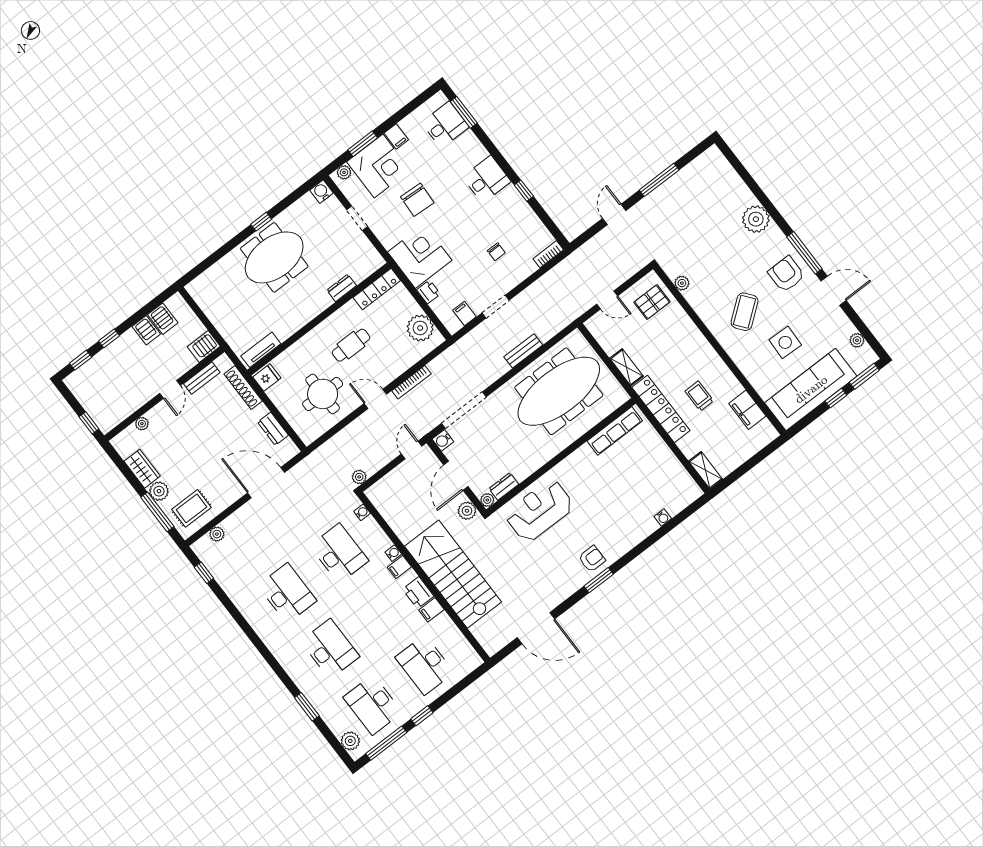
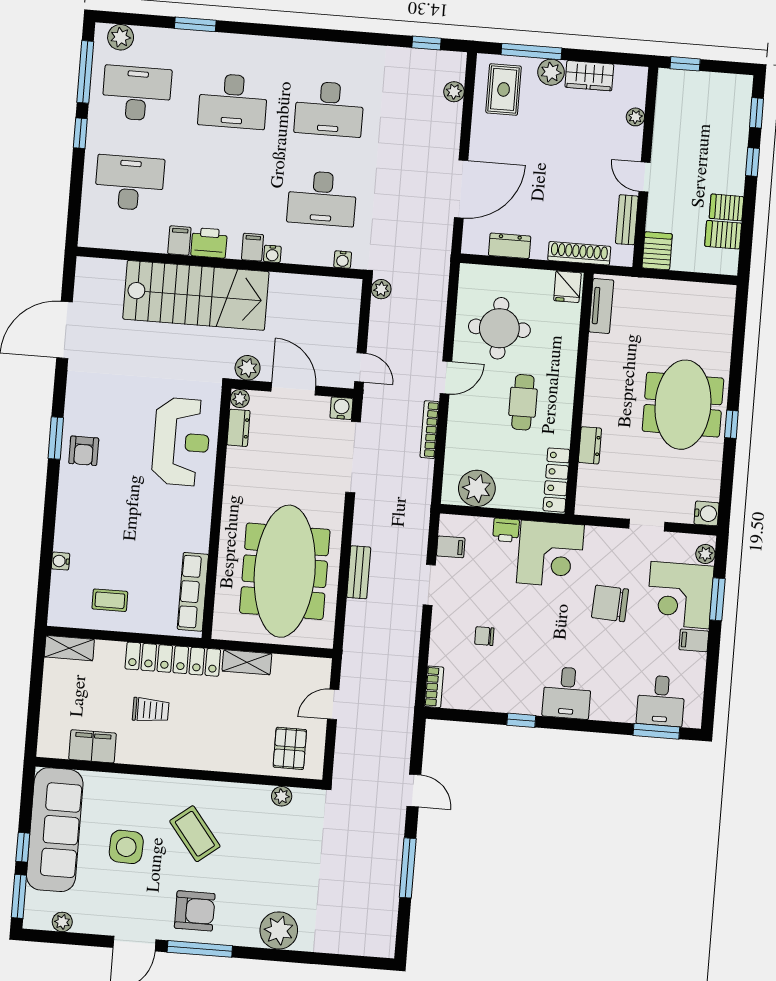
coffee table: (660, 472) -> (110, 600), added

